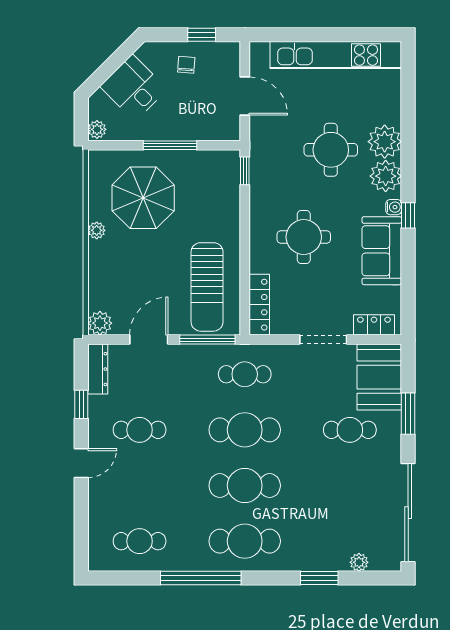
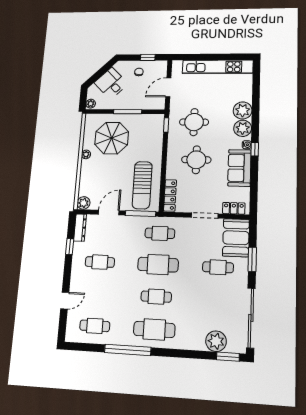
door: (245, 96) -> (168, 87), swing flipped
round table: (331, 150) -> (194, 122), moved
door: (81, 463) -> (65, 301), moved
cafe table: (245, 486) -> (156, 297), width x0.73, depth x0.74
plant: (359, 562) -> (216, 341), width x1.87, depth x1.87
window: (319, 578) -> (228, 357), moved

